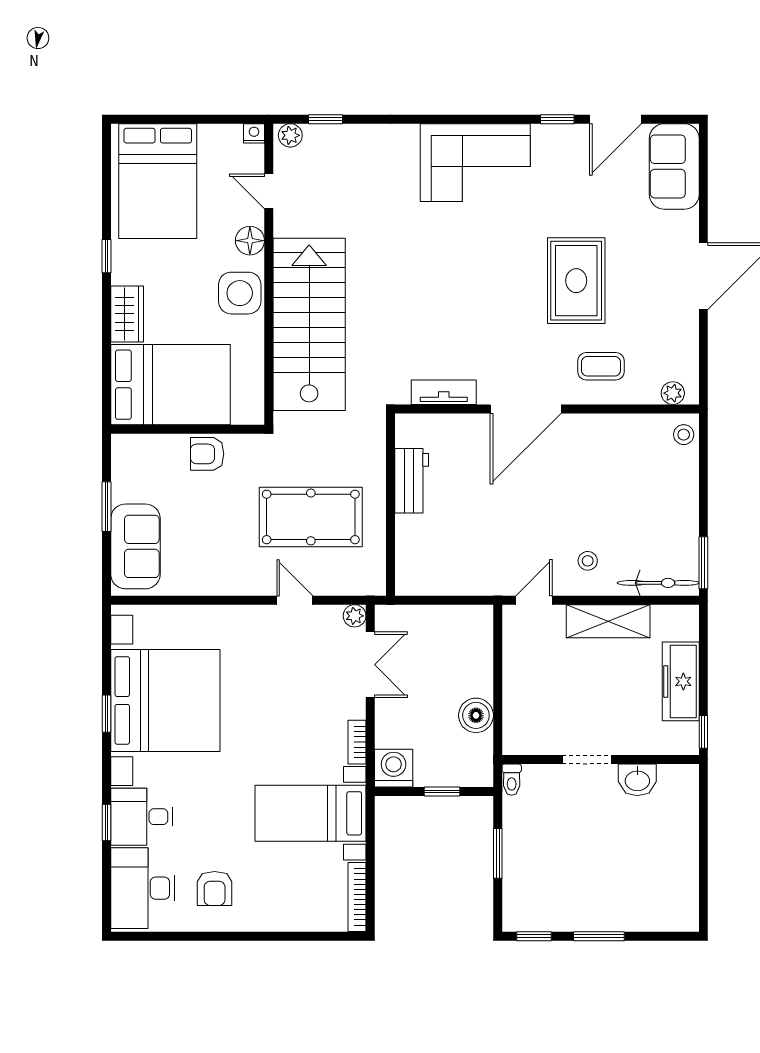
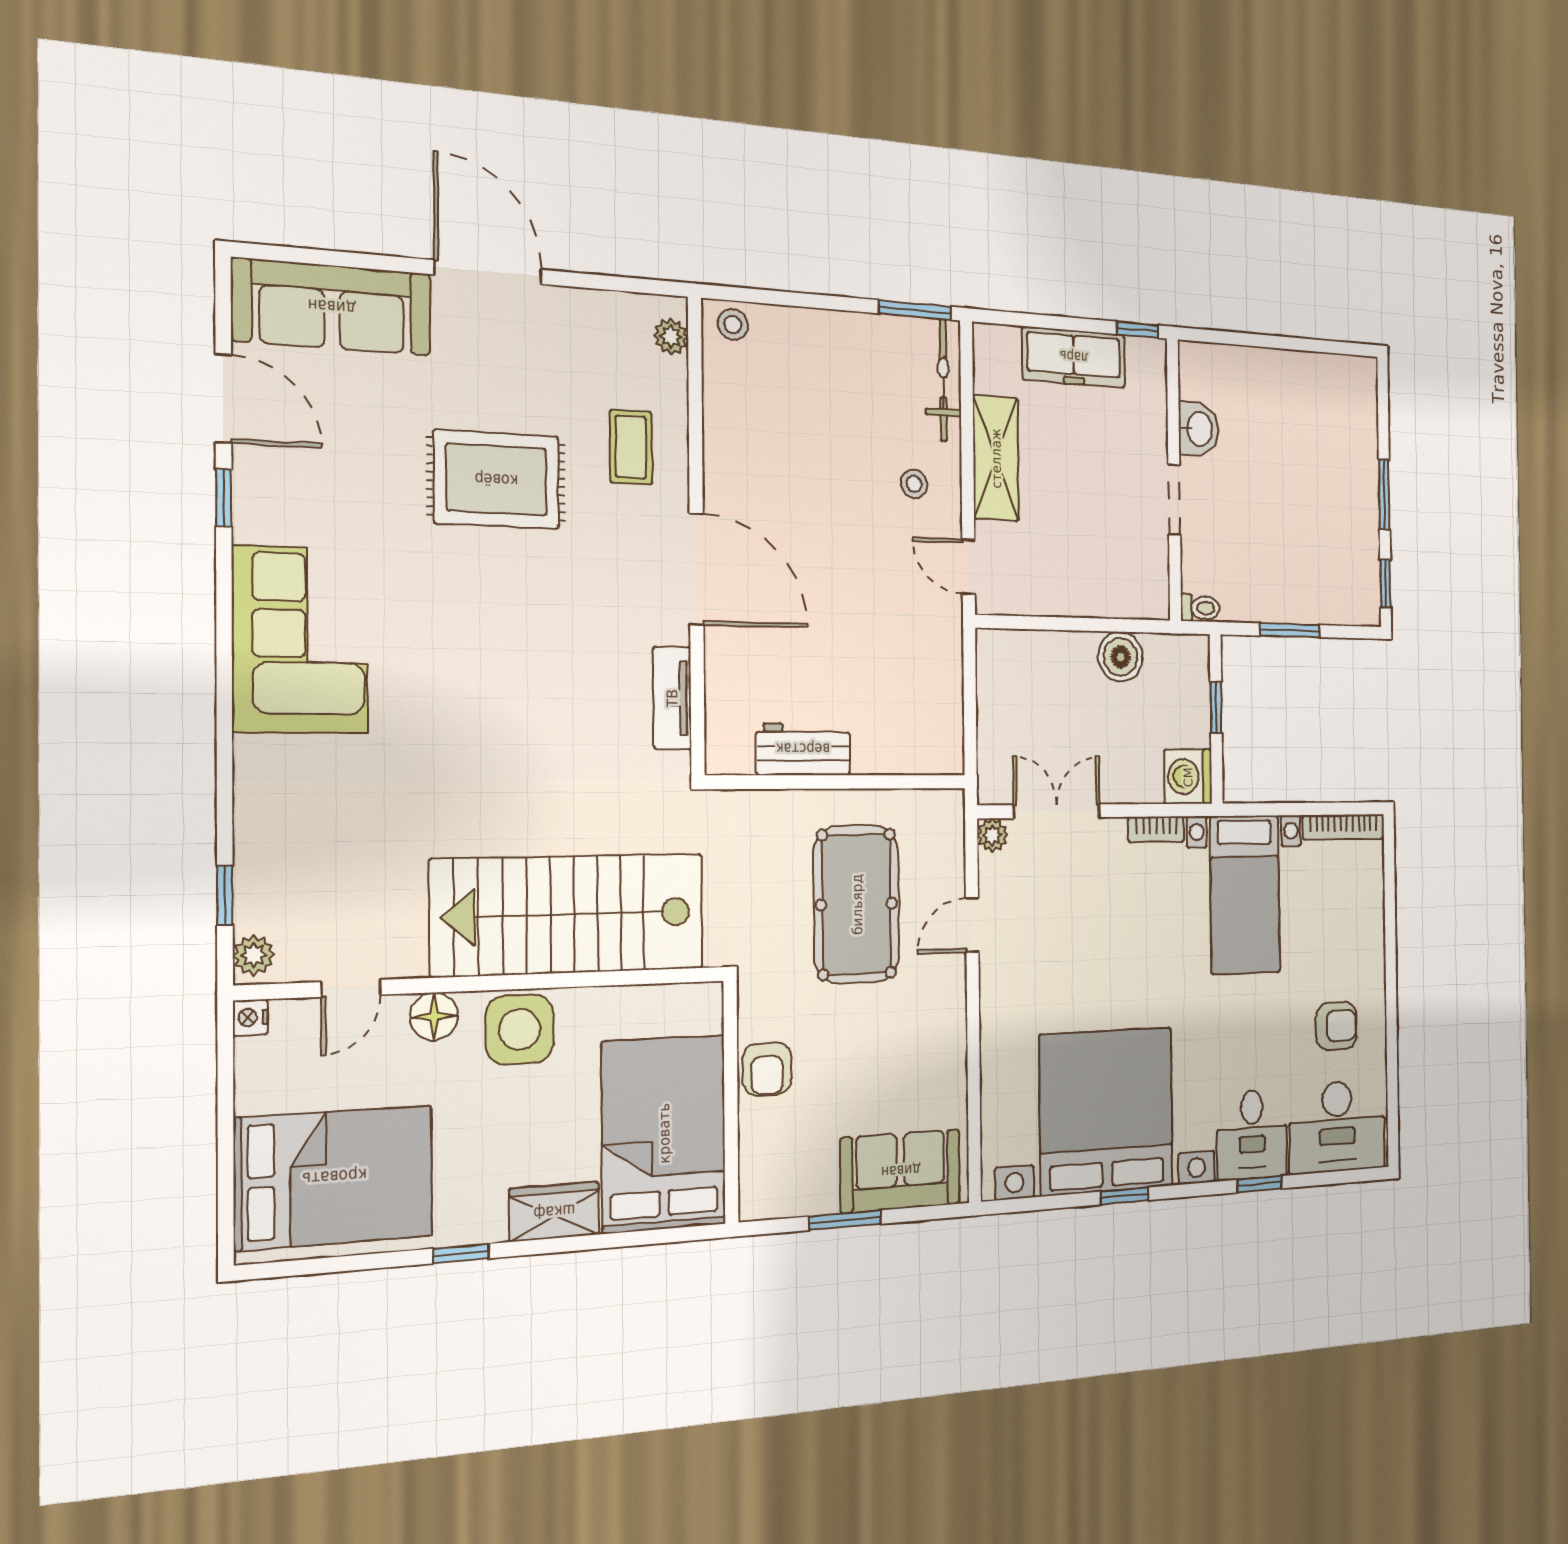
sofa: (674, 166) -> (332, 307), width x1.36

